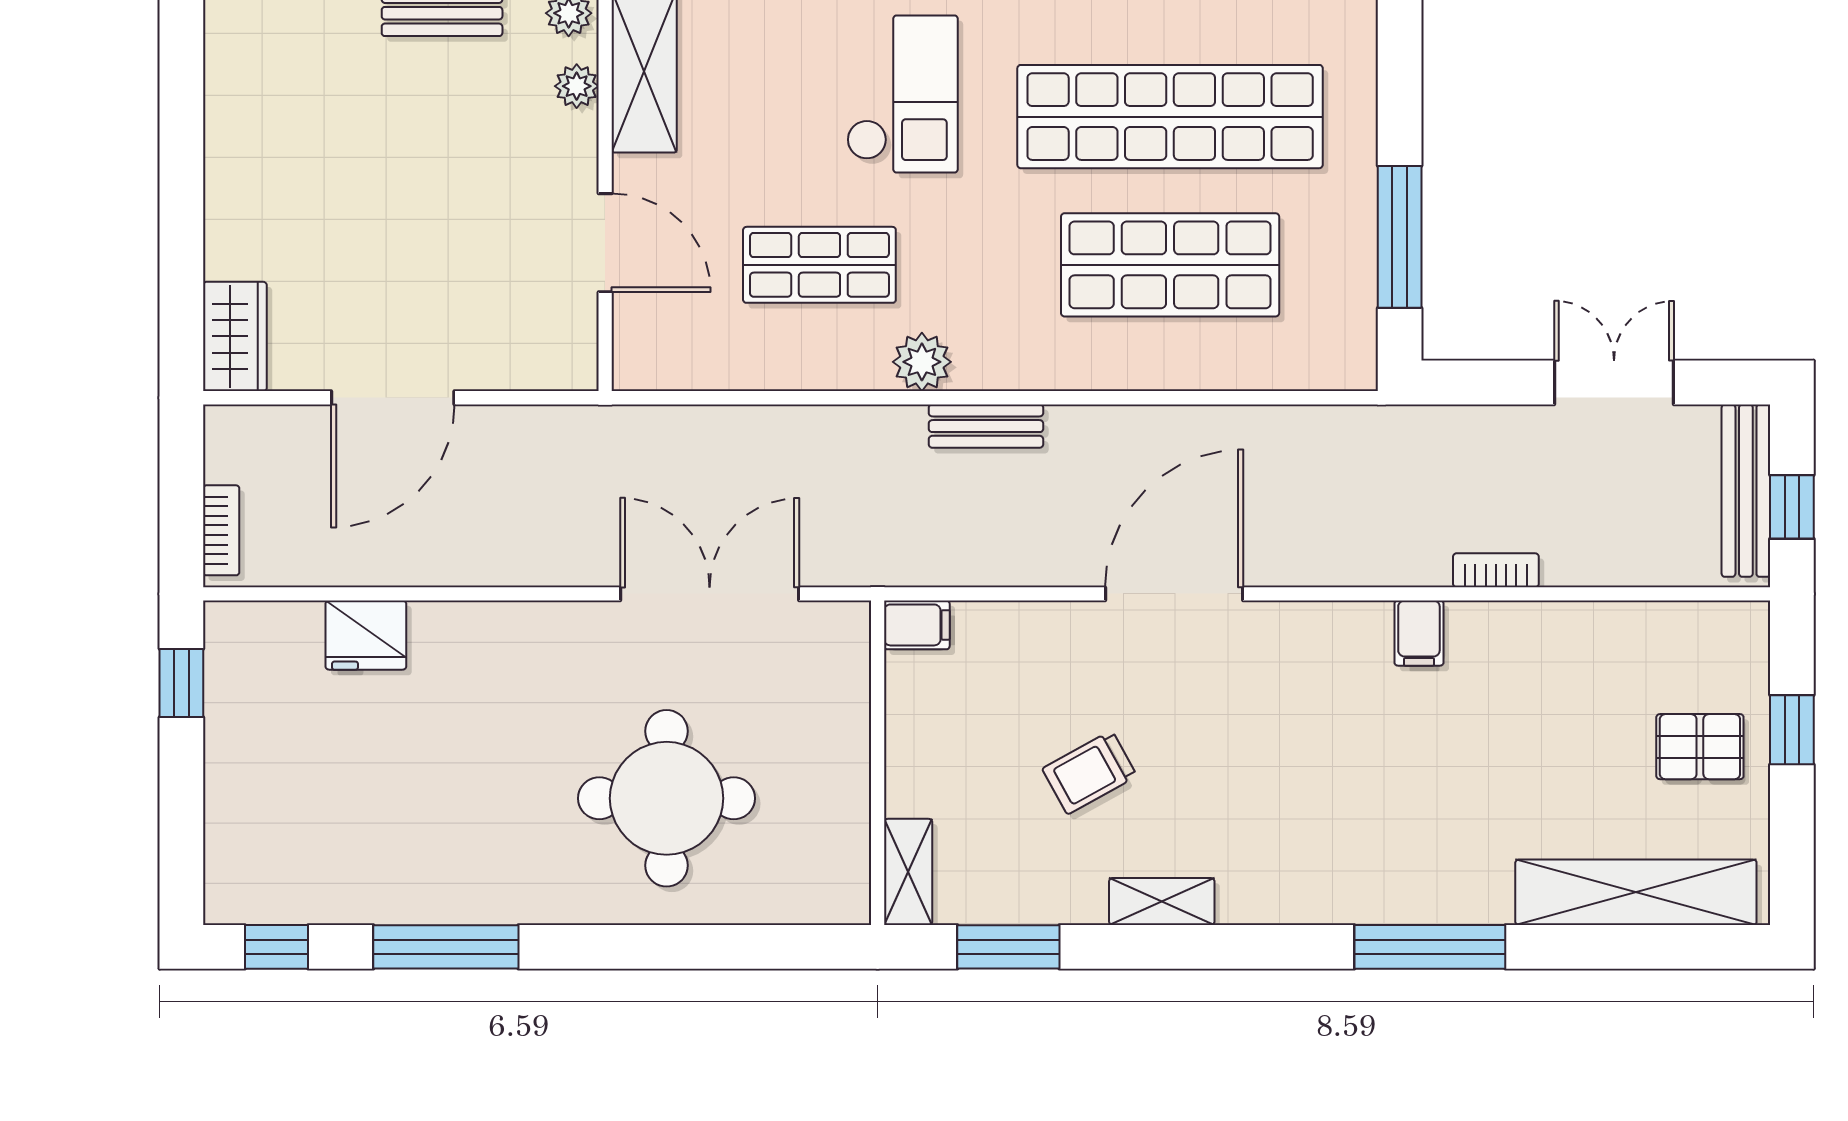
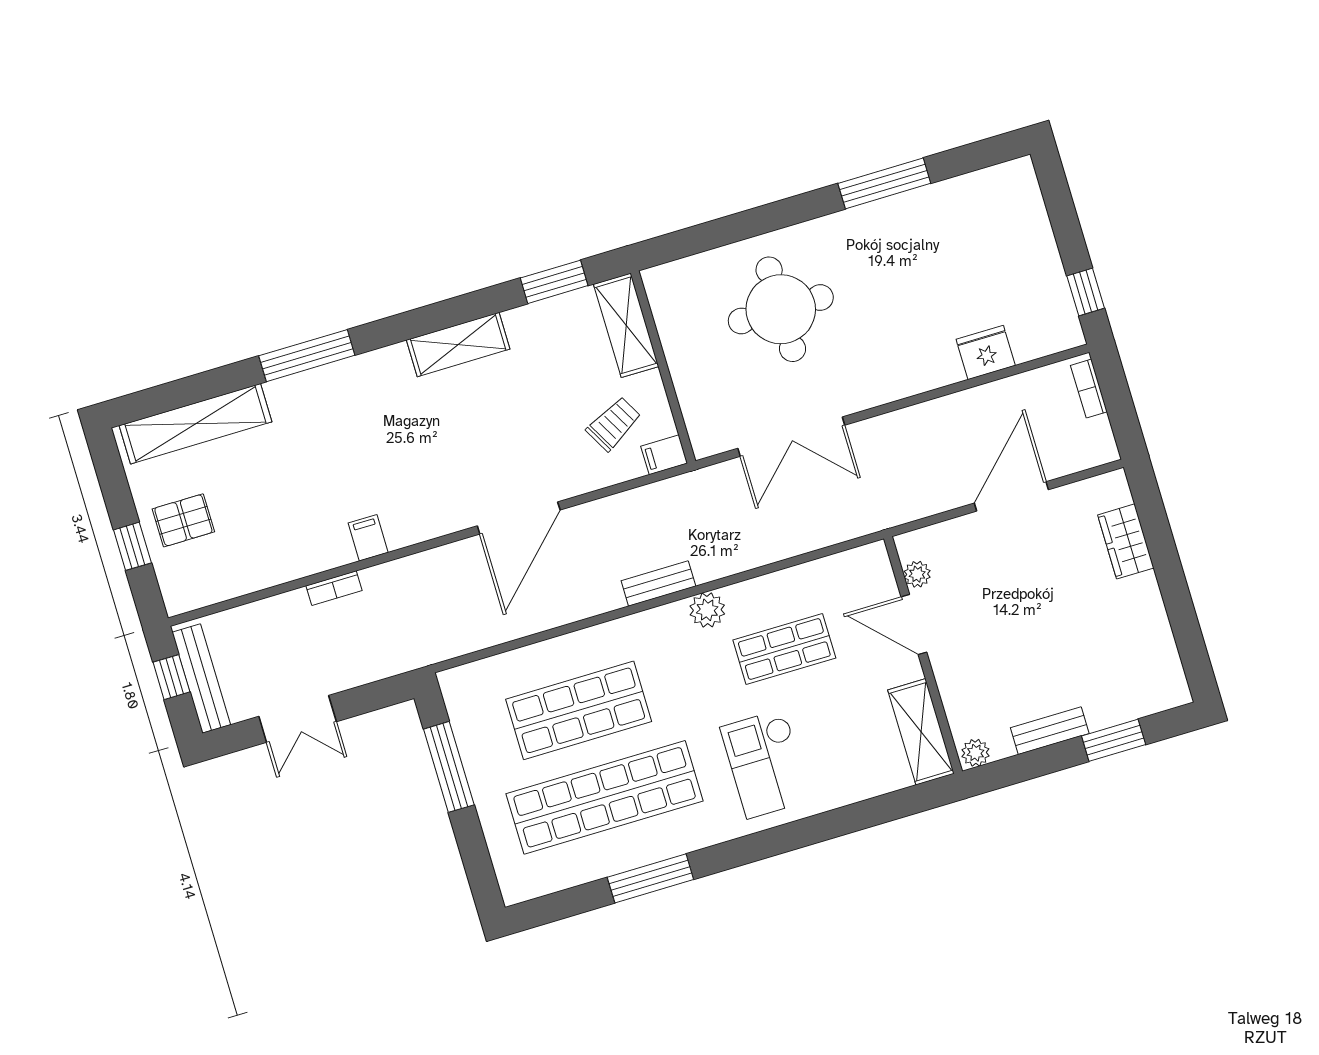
plant: (577, 86) -> (917, 574), moved
wardrobe: (235, 336) -> (1126, 541), moved
trolley: (1090, 772) -> (614, 424), moved
shelving: (908, 872) -> (626, 325), width x1.50, depth x1.33
shelving: (1162, 902) -> (458, 345), width x1.50, depth x1.33
window: (276, 947) -> (984, 154), removed

